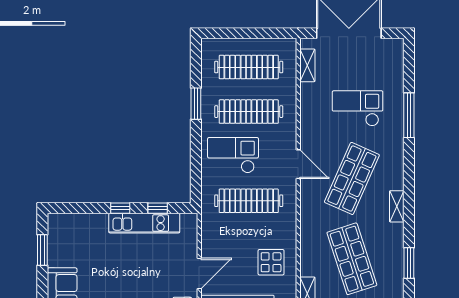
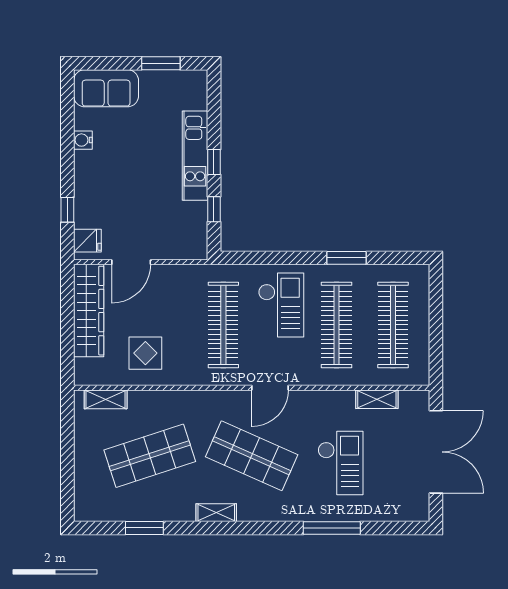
shelving: (307, 65) -> (377, 399), moved
kitchen unit: (144, 223) -> (195, 156), moved
door: (199, 274) -> (131, 262), hinge flipped

